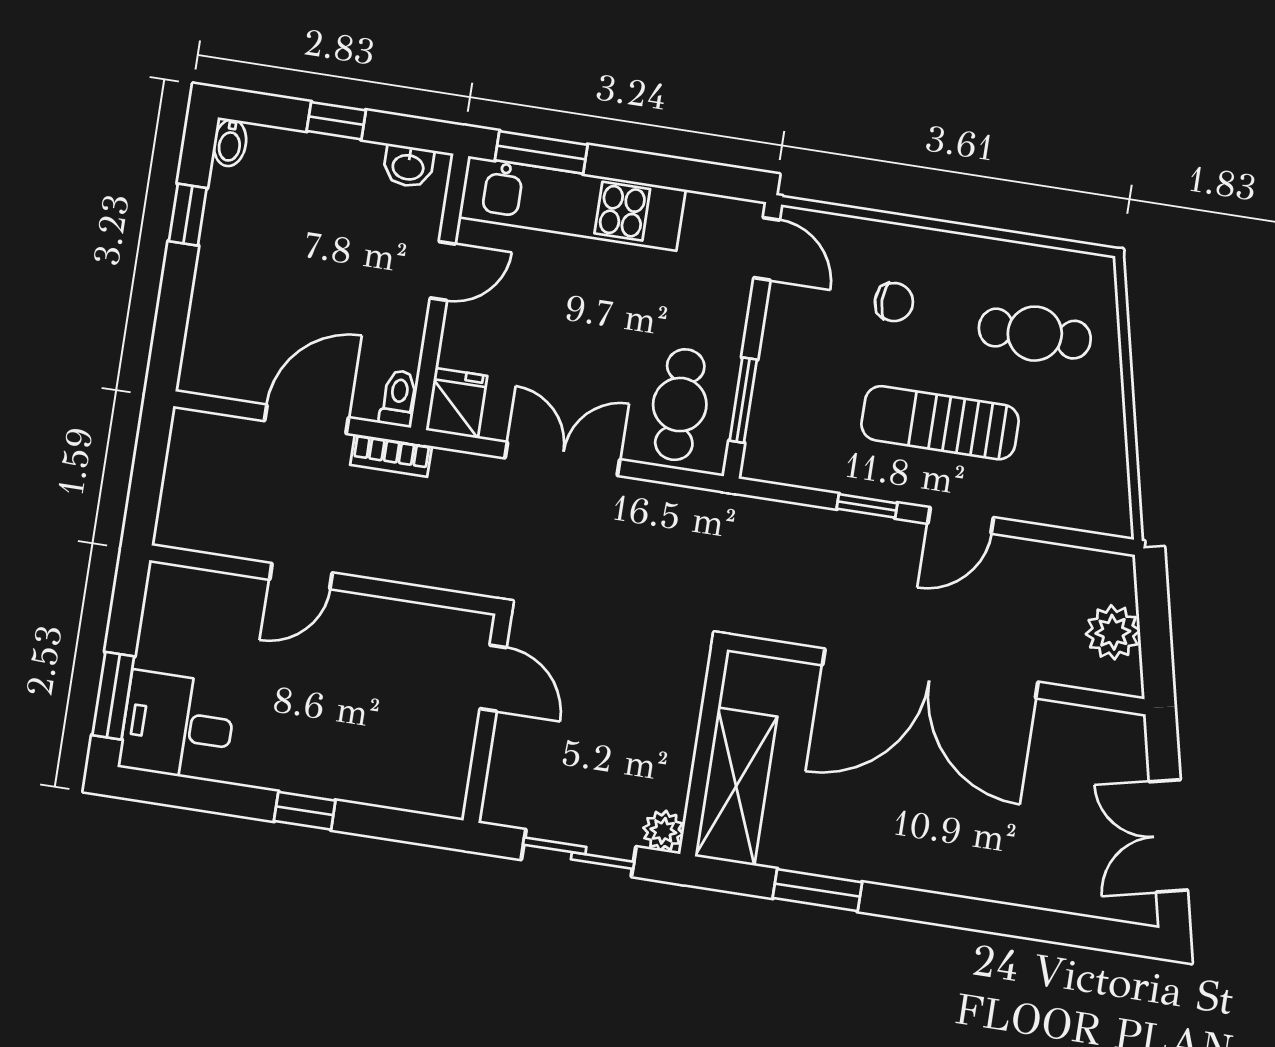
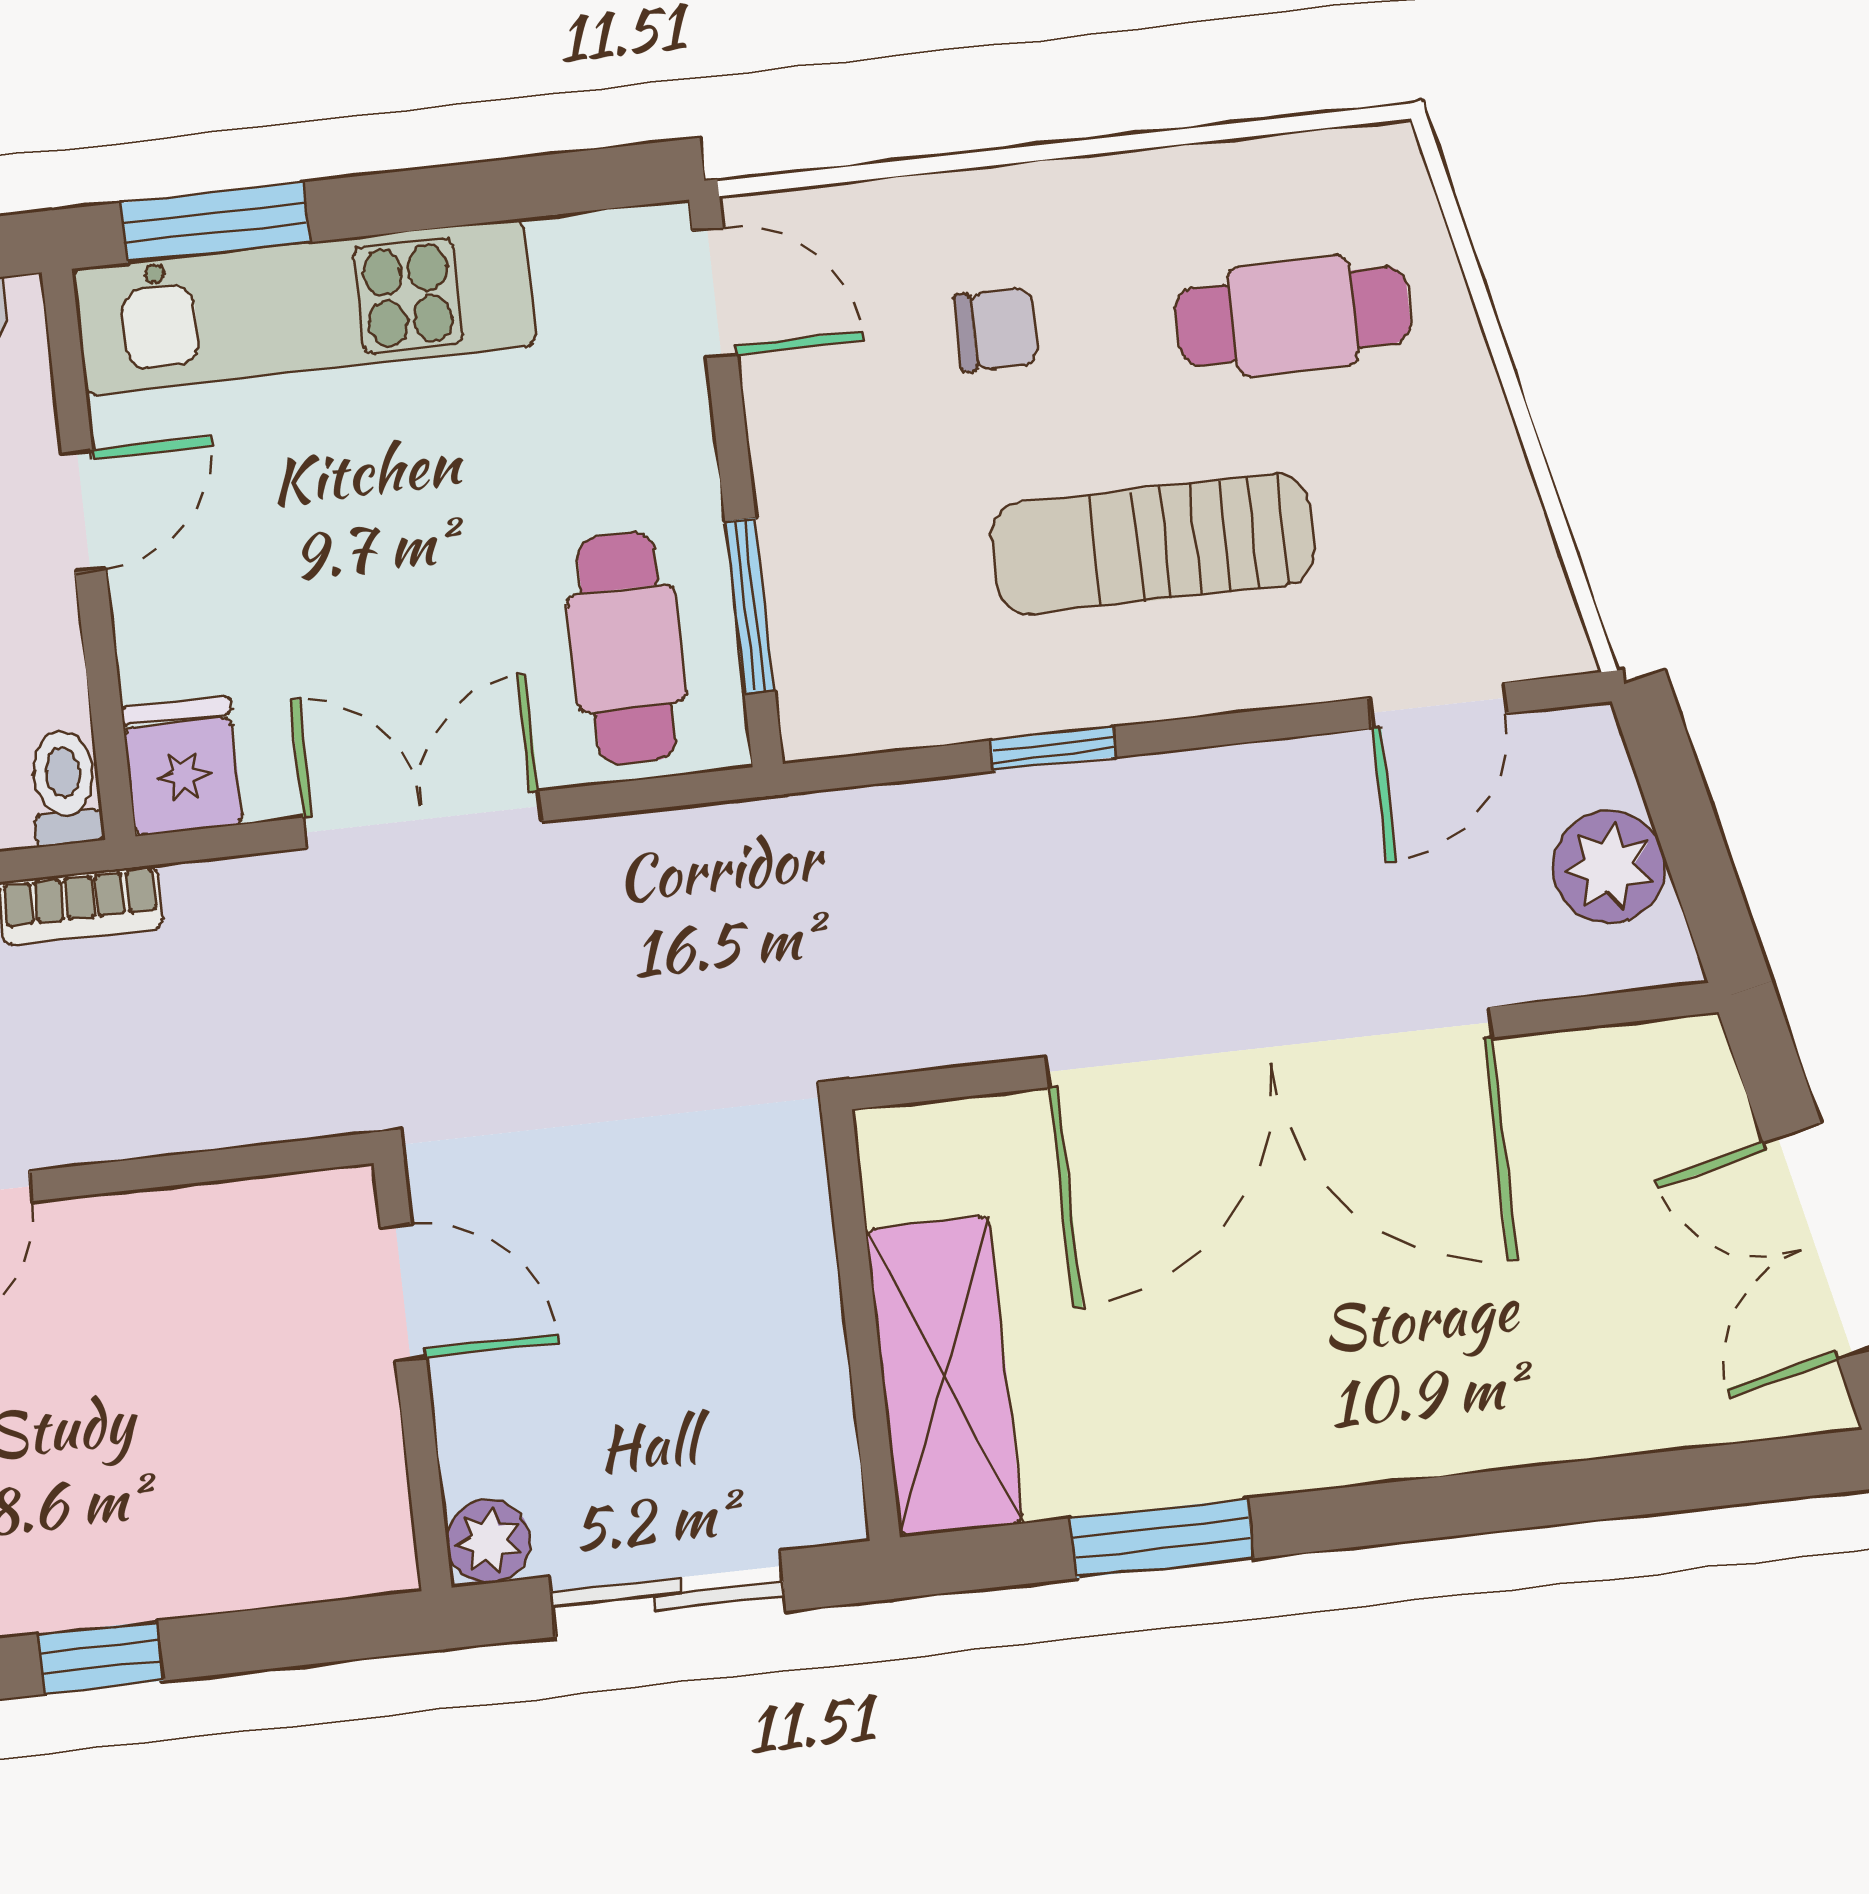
door: (961, 520) -> (1438, 706), moved
plant: (663, 831) -> (489, 1541), moved

